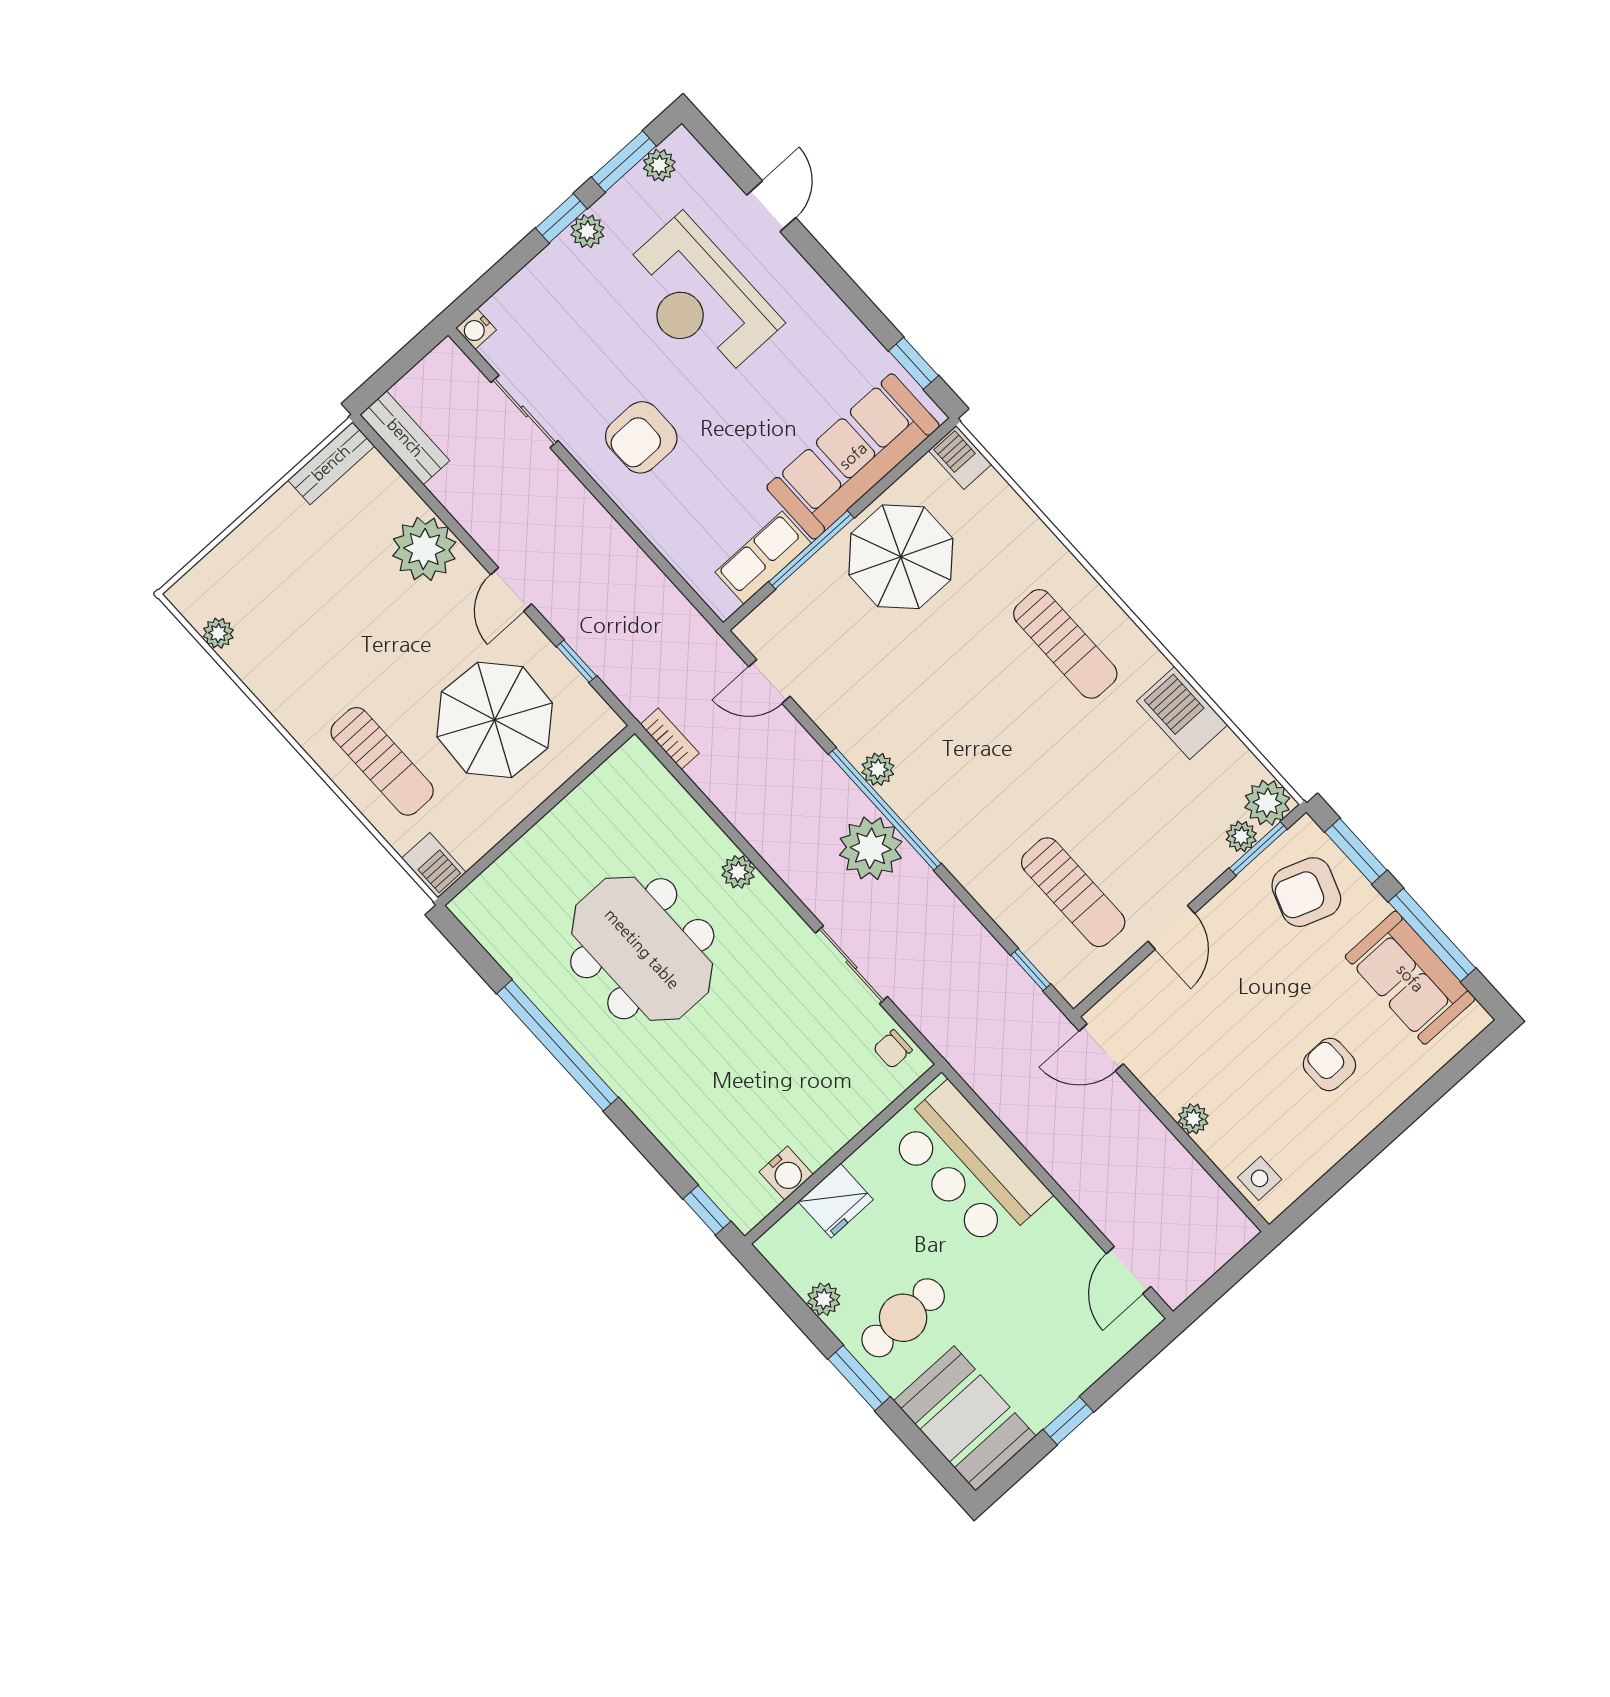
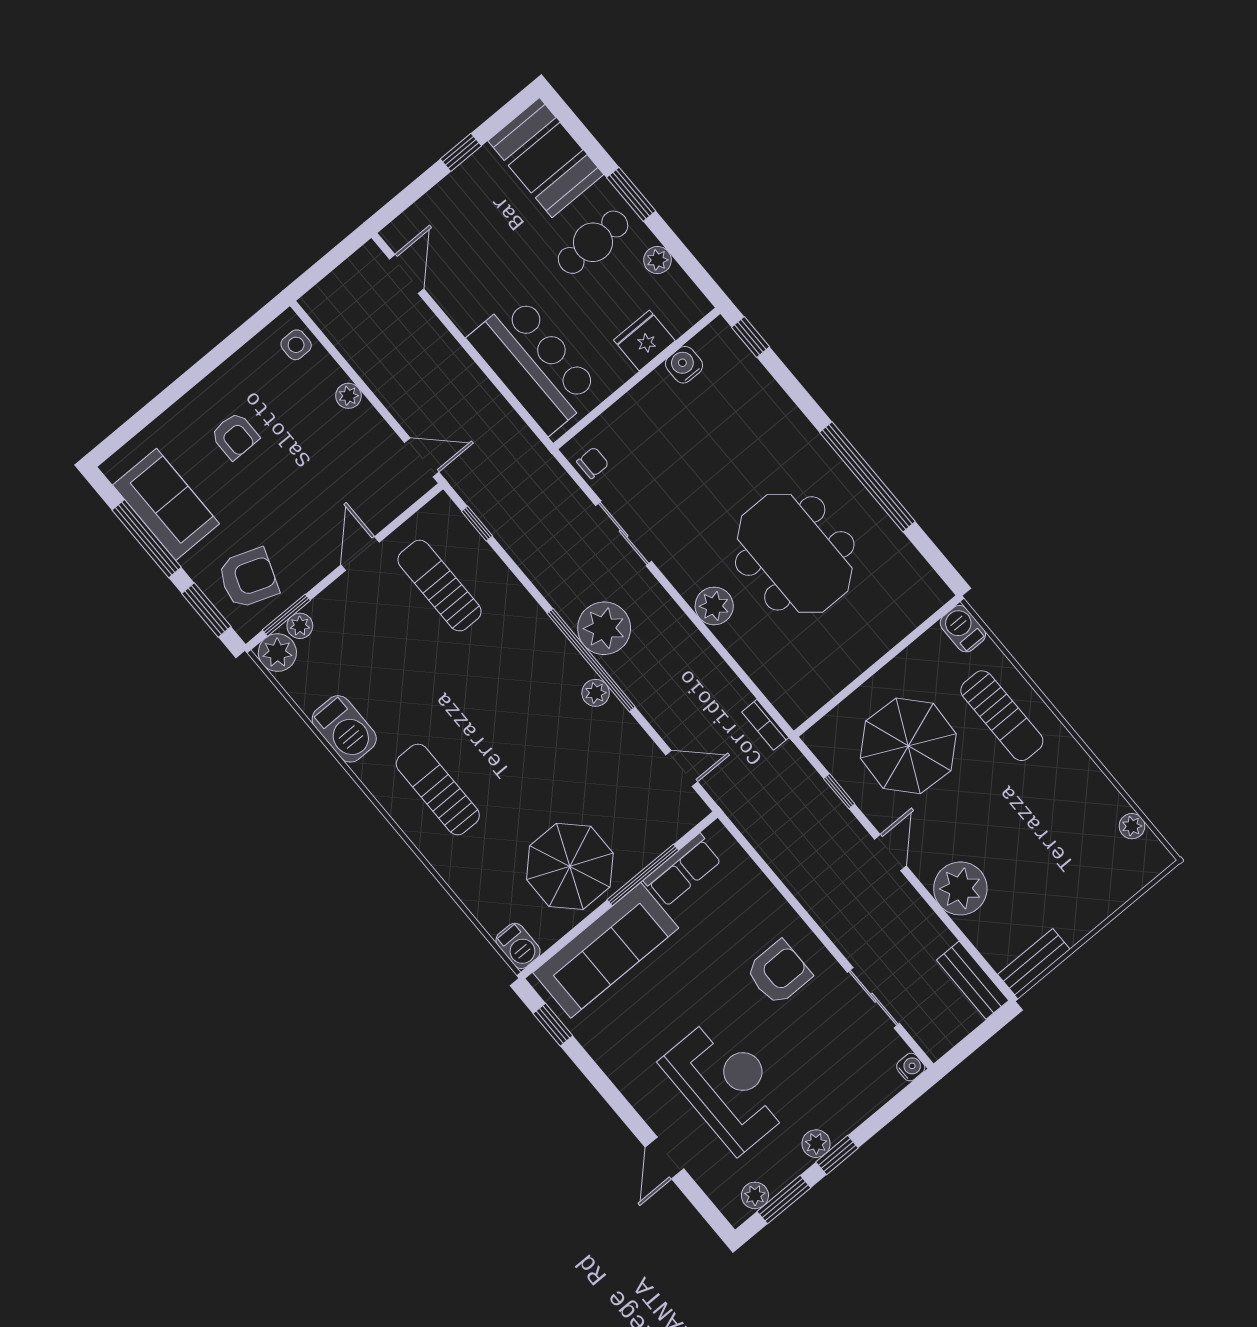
sun lounger: (382, 761) -> (1002, 716), turned 180
plant: (738, 872) -> (714, 606), width x1.38, depth x1.38

